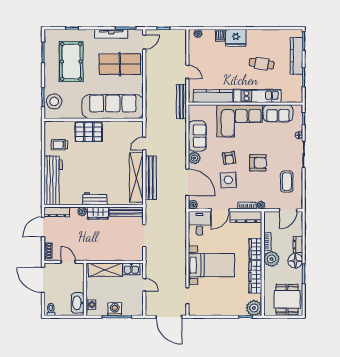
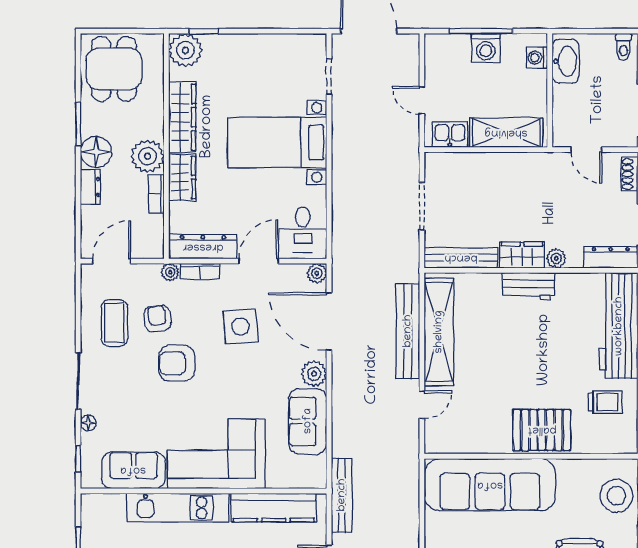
armchair: (229, 158) -> (157, 319), moved

